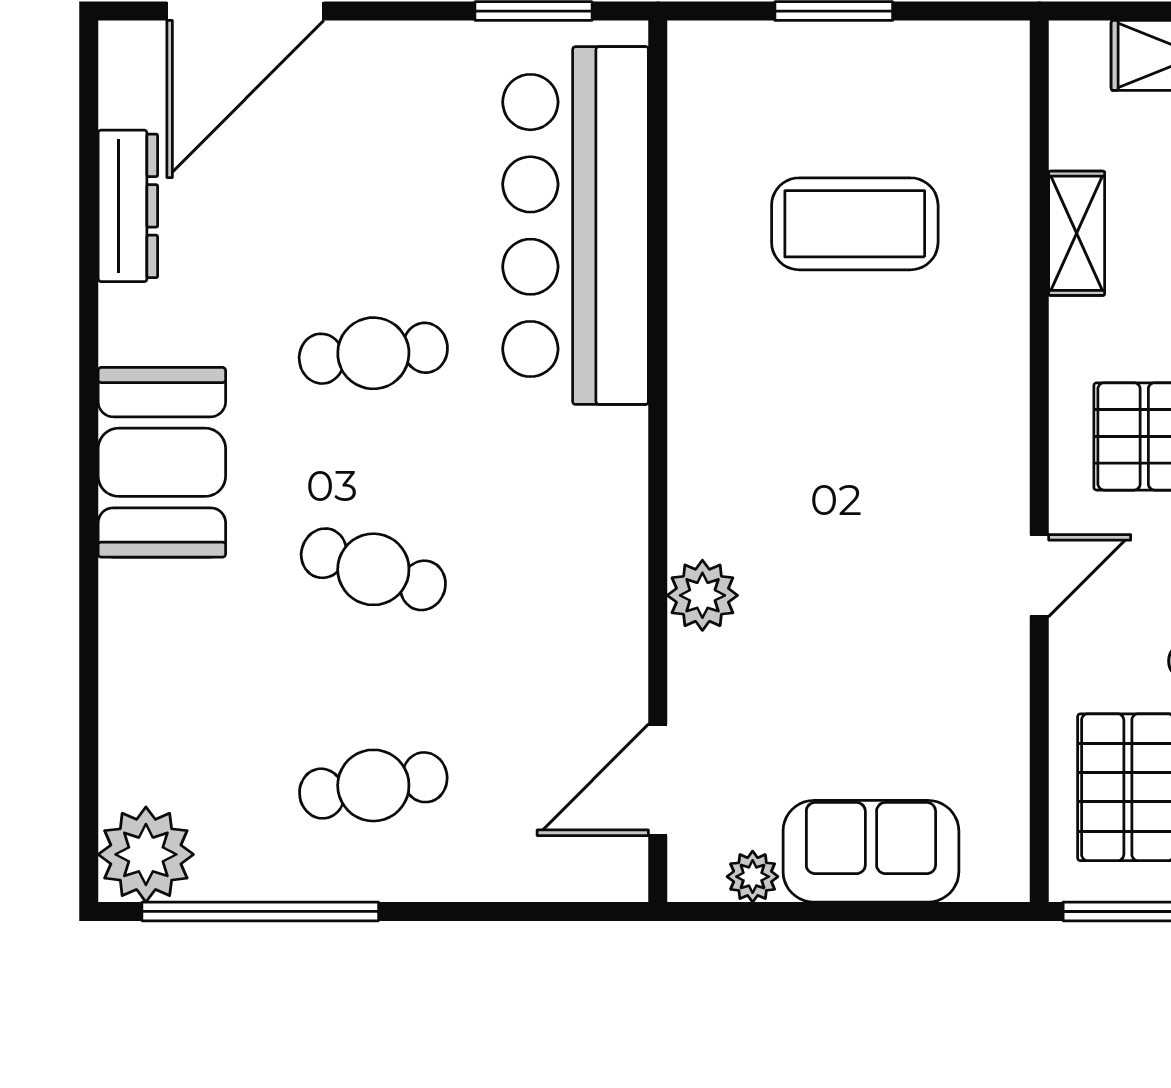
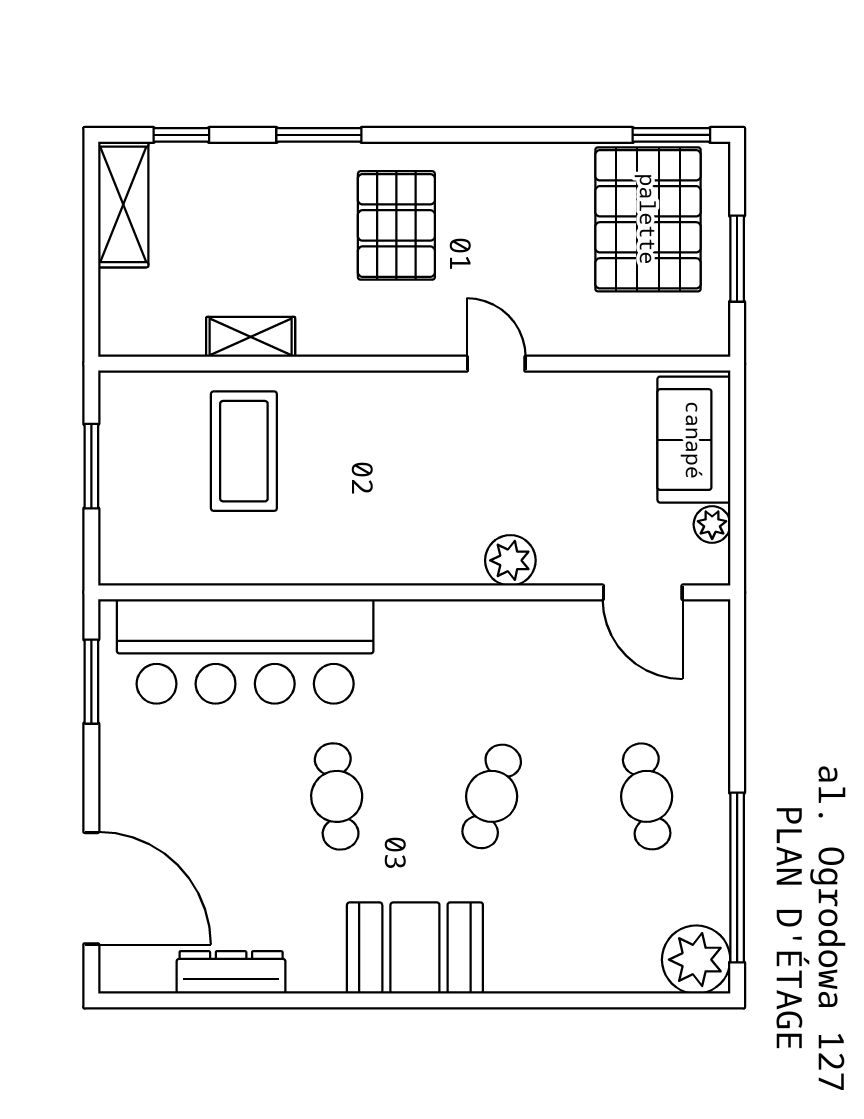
shelving: (1077, 233) -> (251, 337), moved
wall: (1039, 461) -> (414, 364), moved
door: (1039, 576) -> (496, 364), moved

